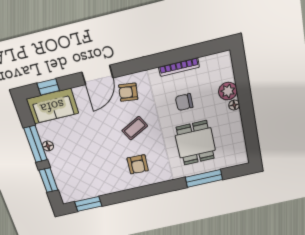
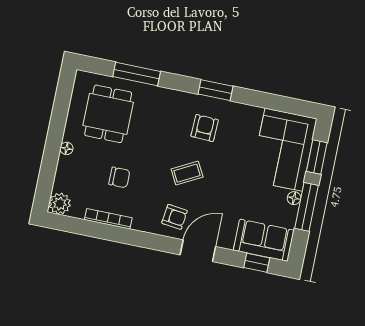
plant: (228, 91) -> (60, 204), moved
dining table: (195, 143) -> (108, 114), moved
corner sofa: (74, 175) -> (284, 150), added
window: (88, 204) -> (215, 90), moved

